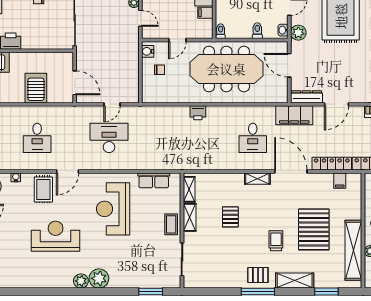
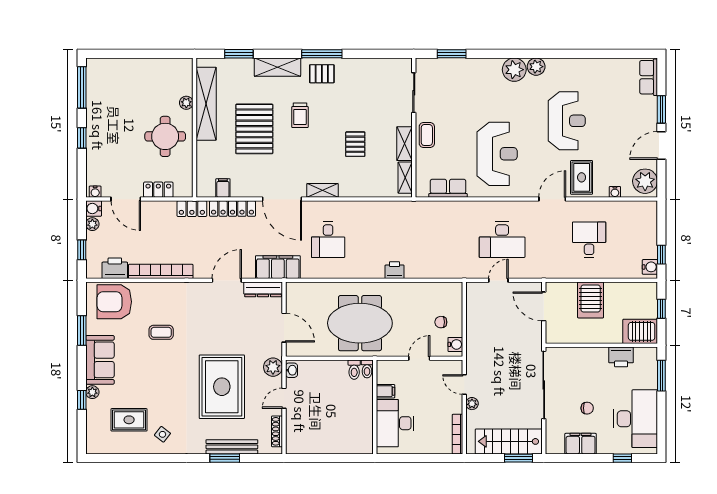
toilet: (257, 31) -> (354, 370), moved
meeting table: (226, 69) -> (360, 323), width x0.73
desk: (253, 138) -> (328, 240), turned 180
reception desk: (56, 236) -> (567, 121), turned -90

